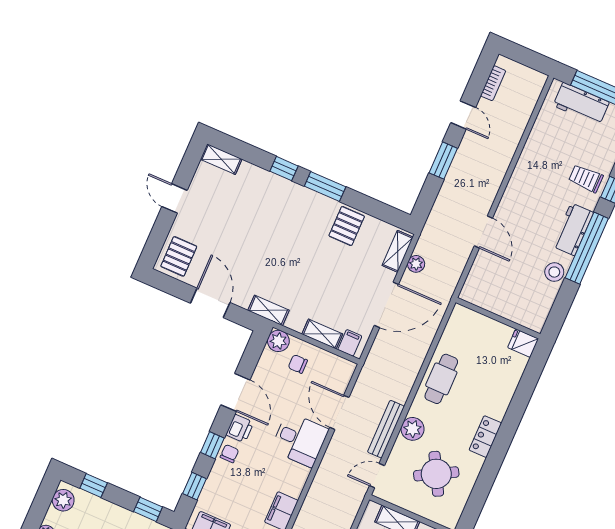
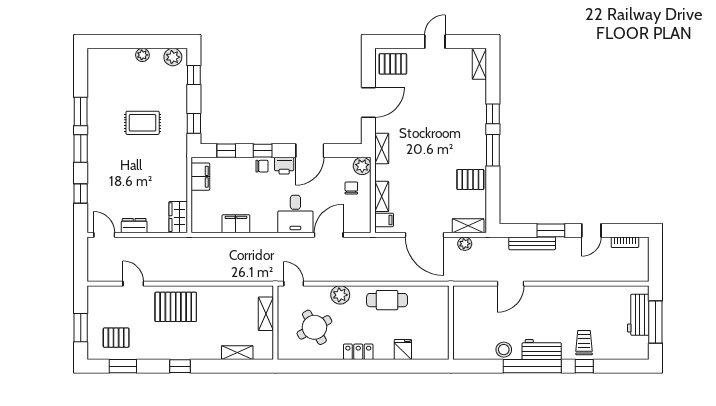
fridge: (523, 343) -> (403, 349), moved
bench: (386, 429) -> (532, 243), moved

